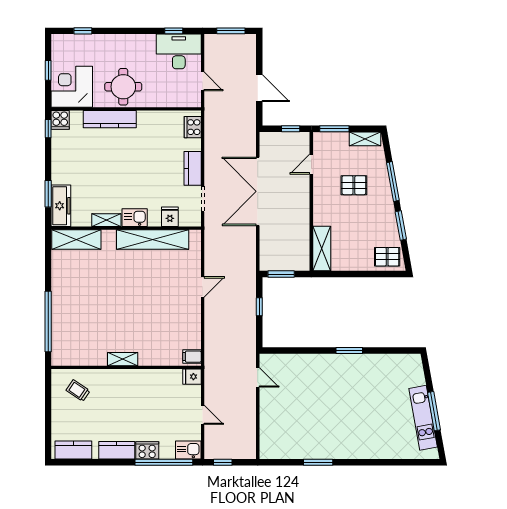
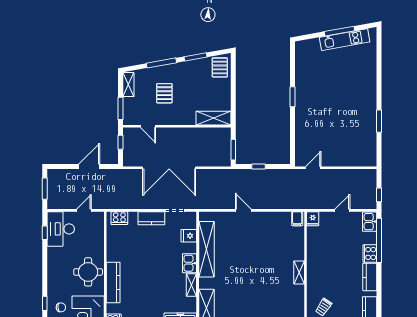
chair: (78, 52) -> (61, 307), added

